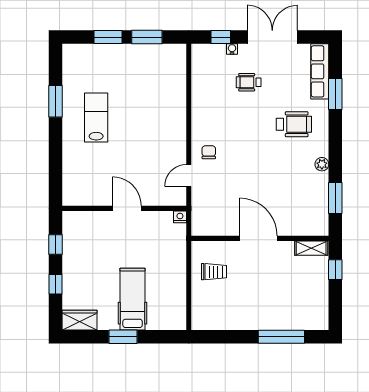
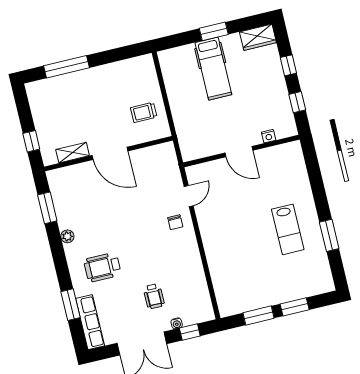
wheelchair: (249, 82) -> (154, 296), turned 90
nightstand: (180, 217) -> (269, 136), moved
shelving: (311, 248) -> (73, 153), moved

